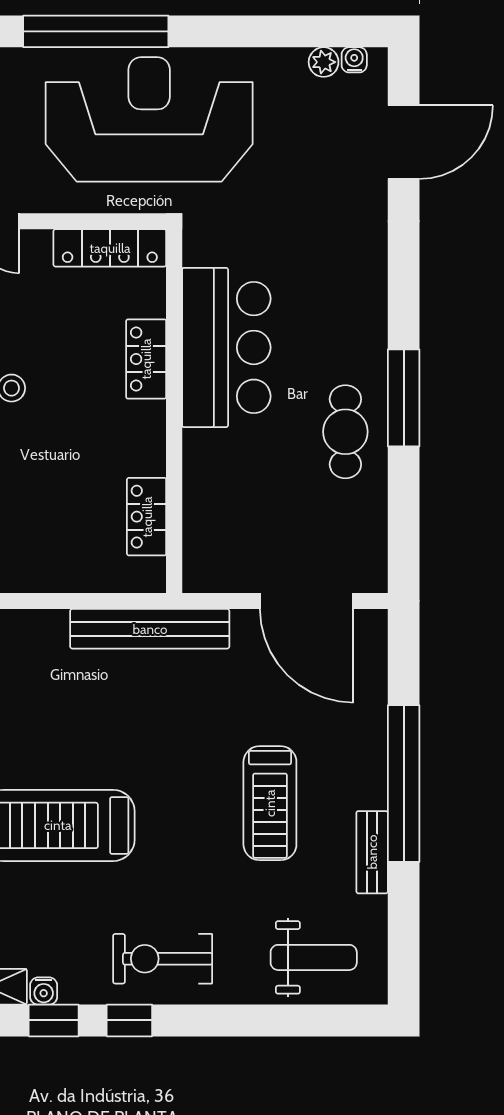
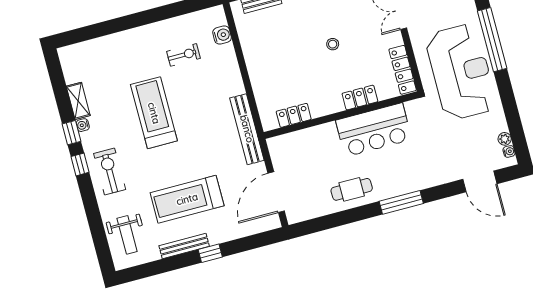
window: (404, 398) -> (401, 202), moved
window: (404, 784) -> (210, 253), width x0.32
treadmill: (270, 803) -> (187, 199), width x1.37, depth x1.38
bench: (372, 852) -> (184, 246), width x1.36

